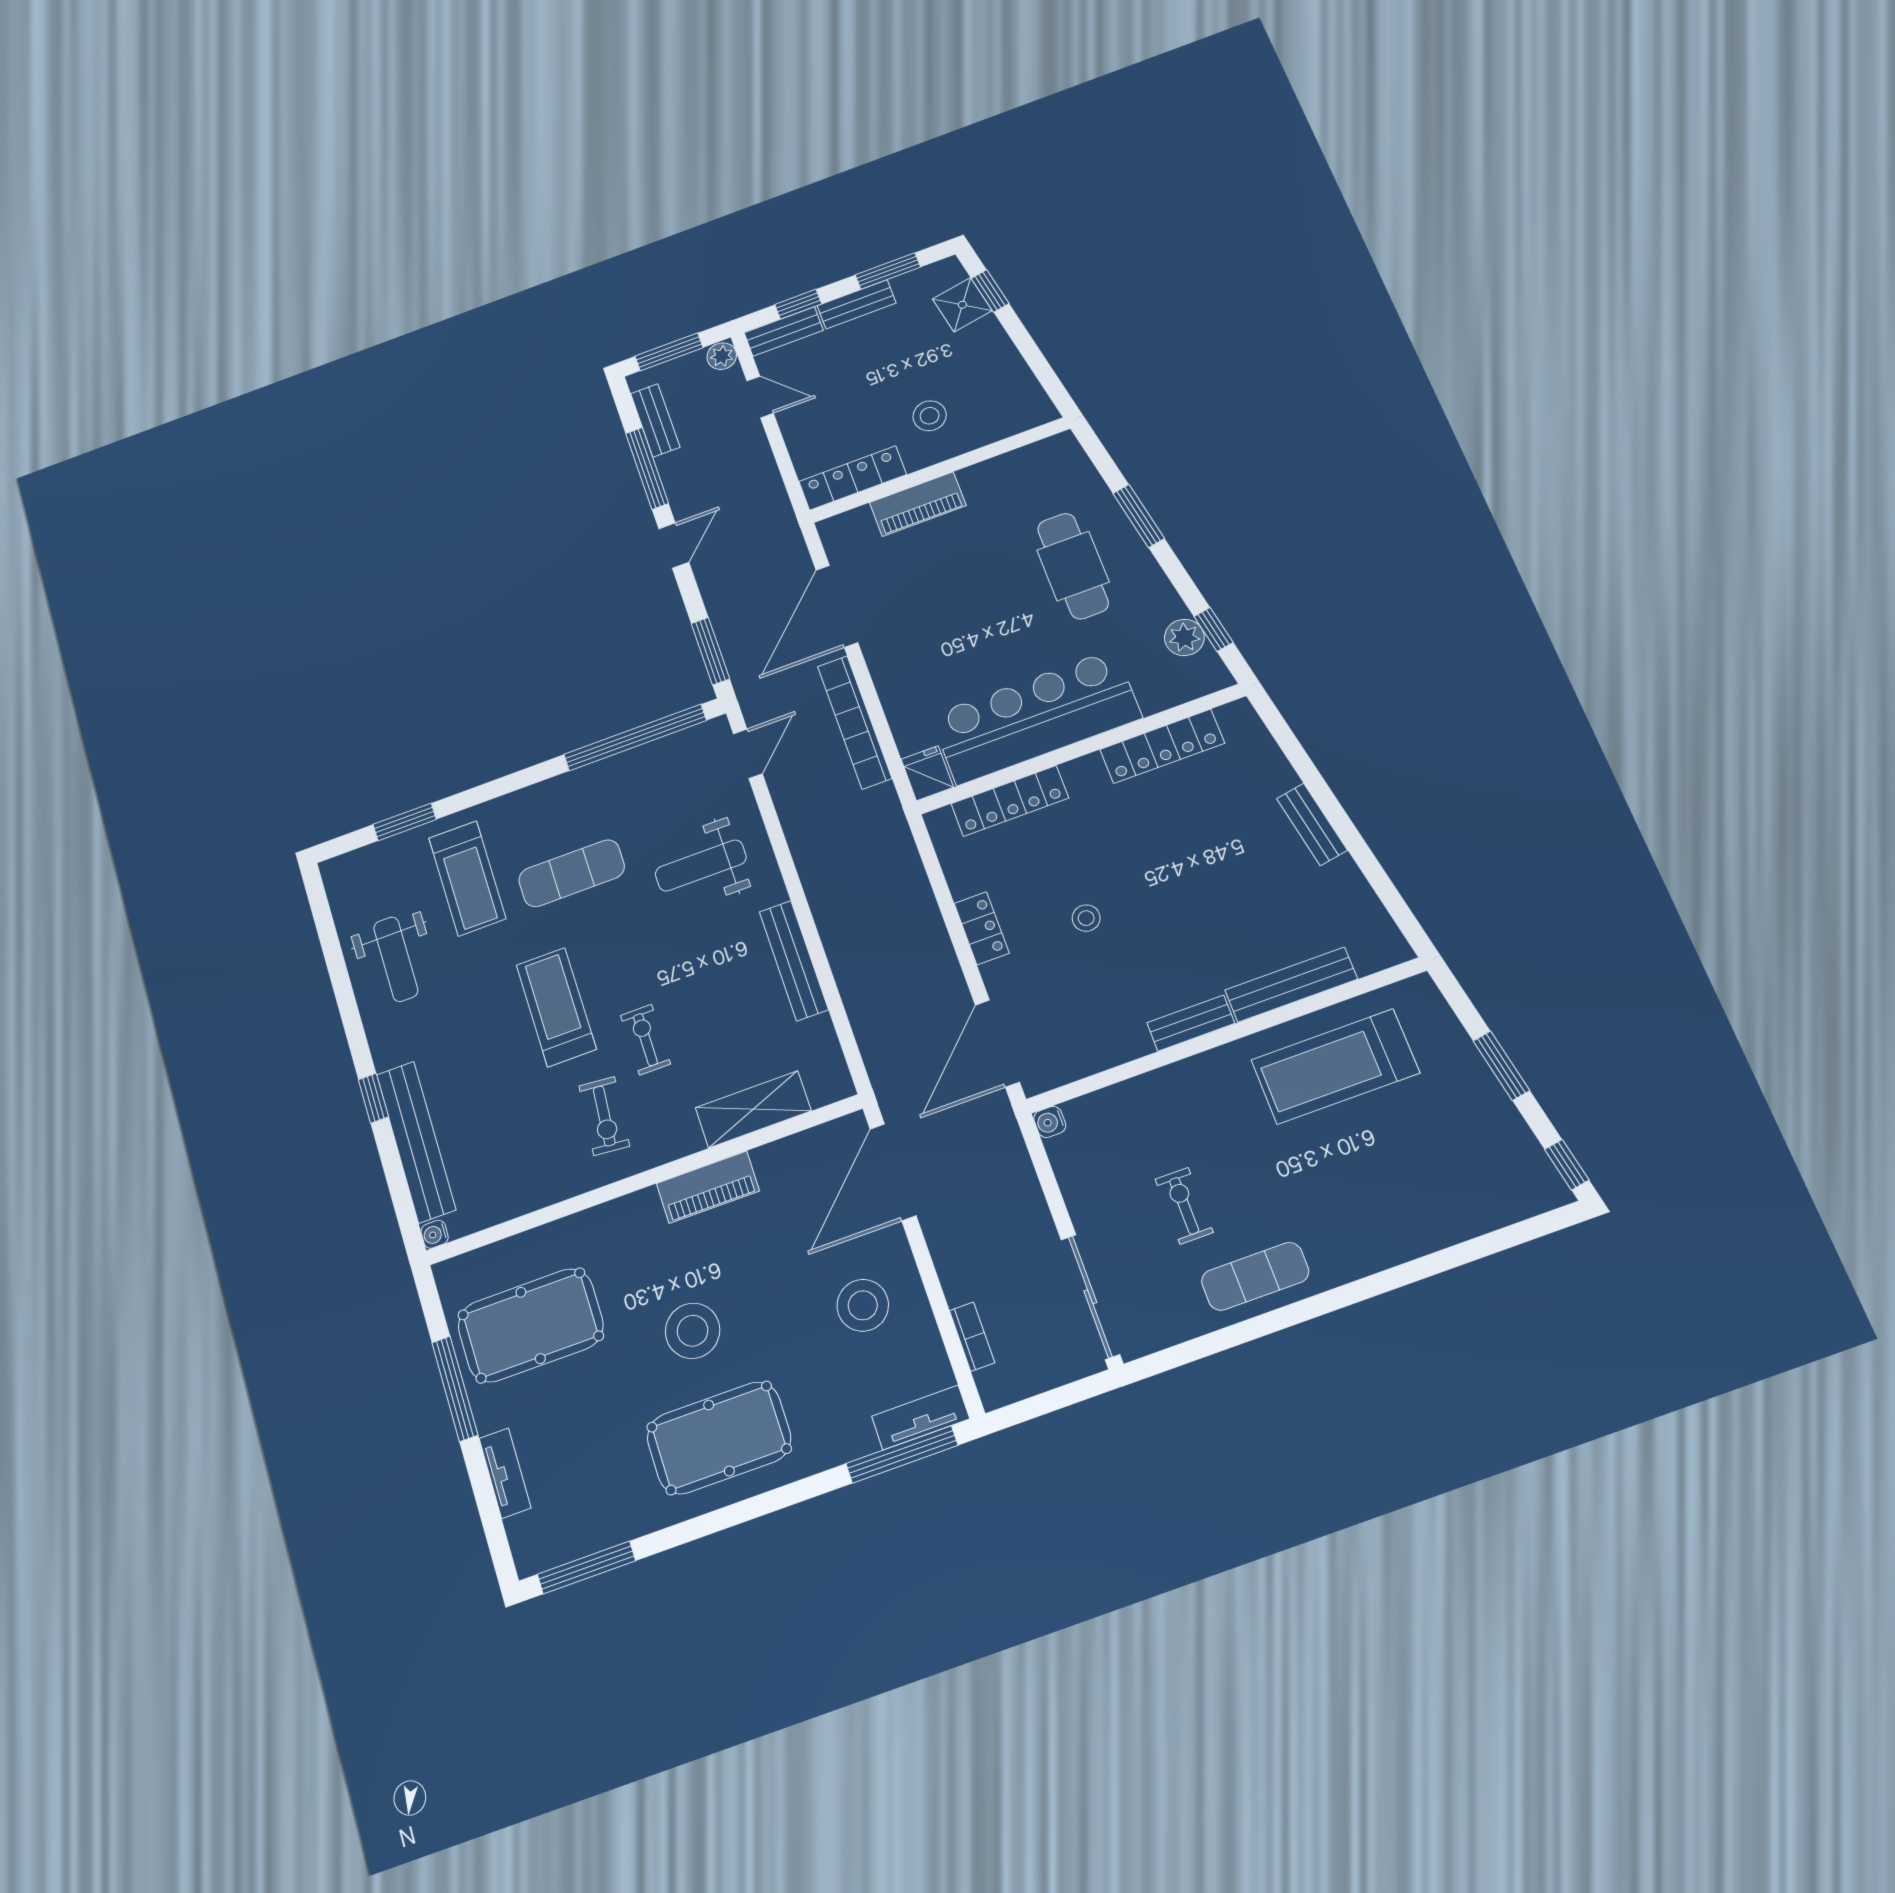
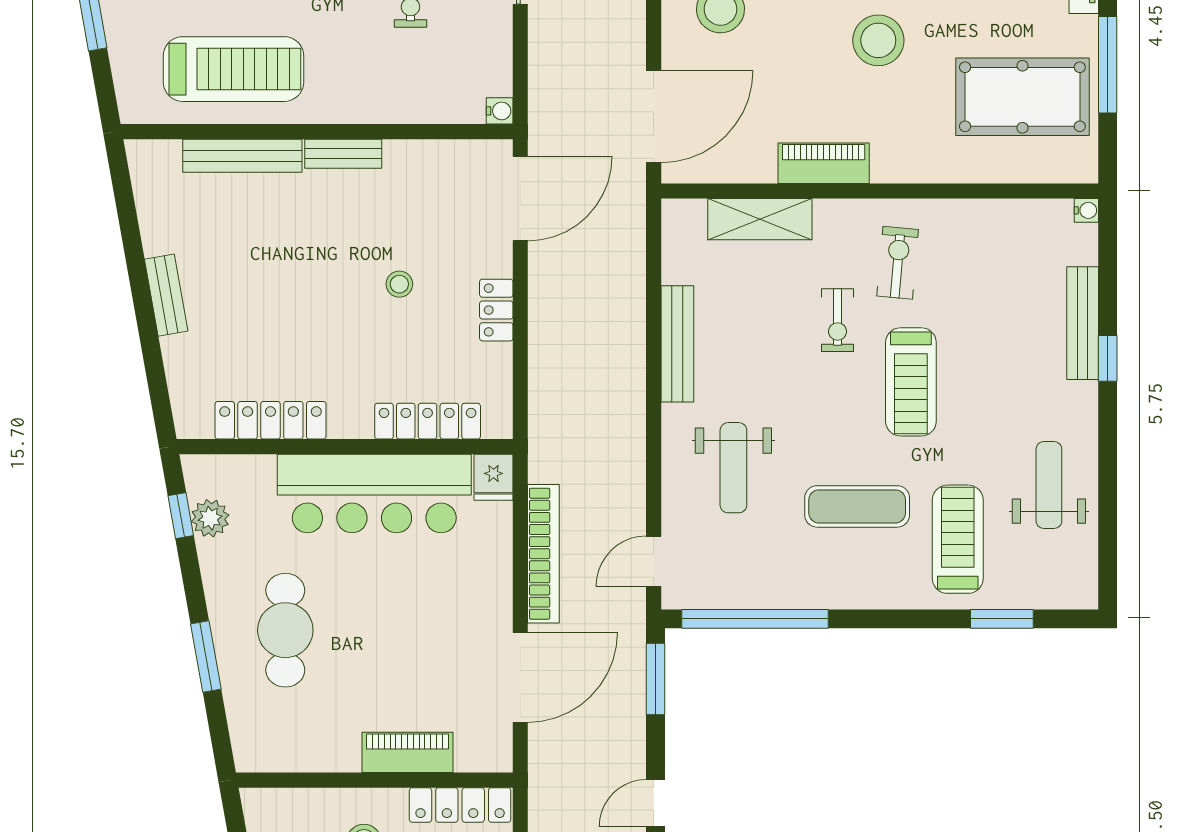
weight bench: (701, 866) -> (733, 468), turned 90
bench: (416, 1142) -> (1083, 323), width x0.73, depth x0.82

